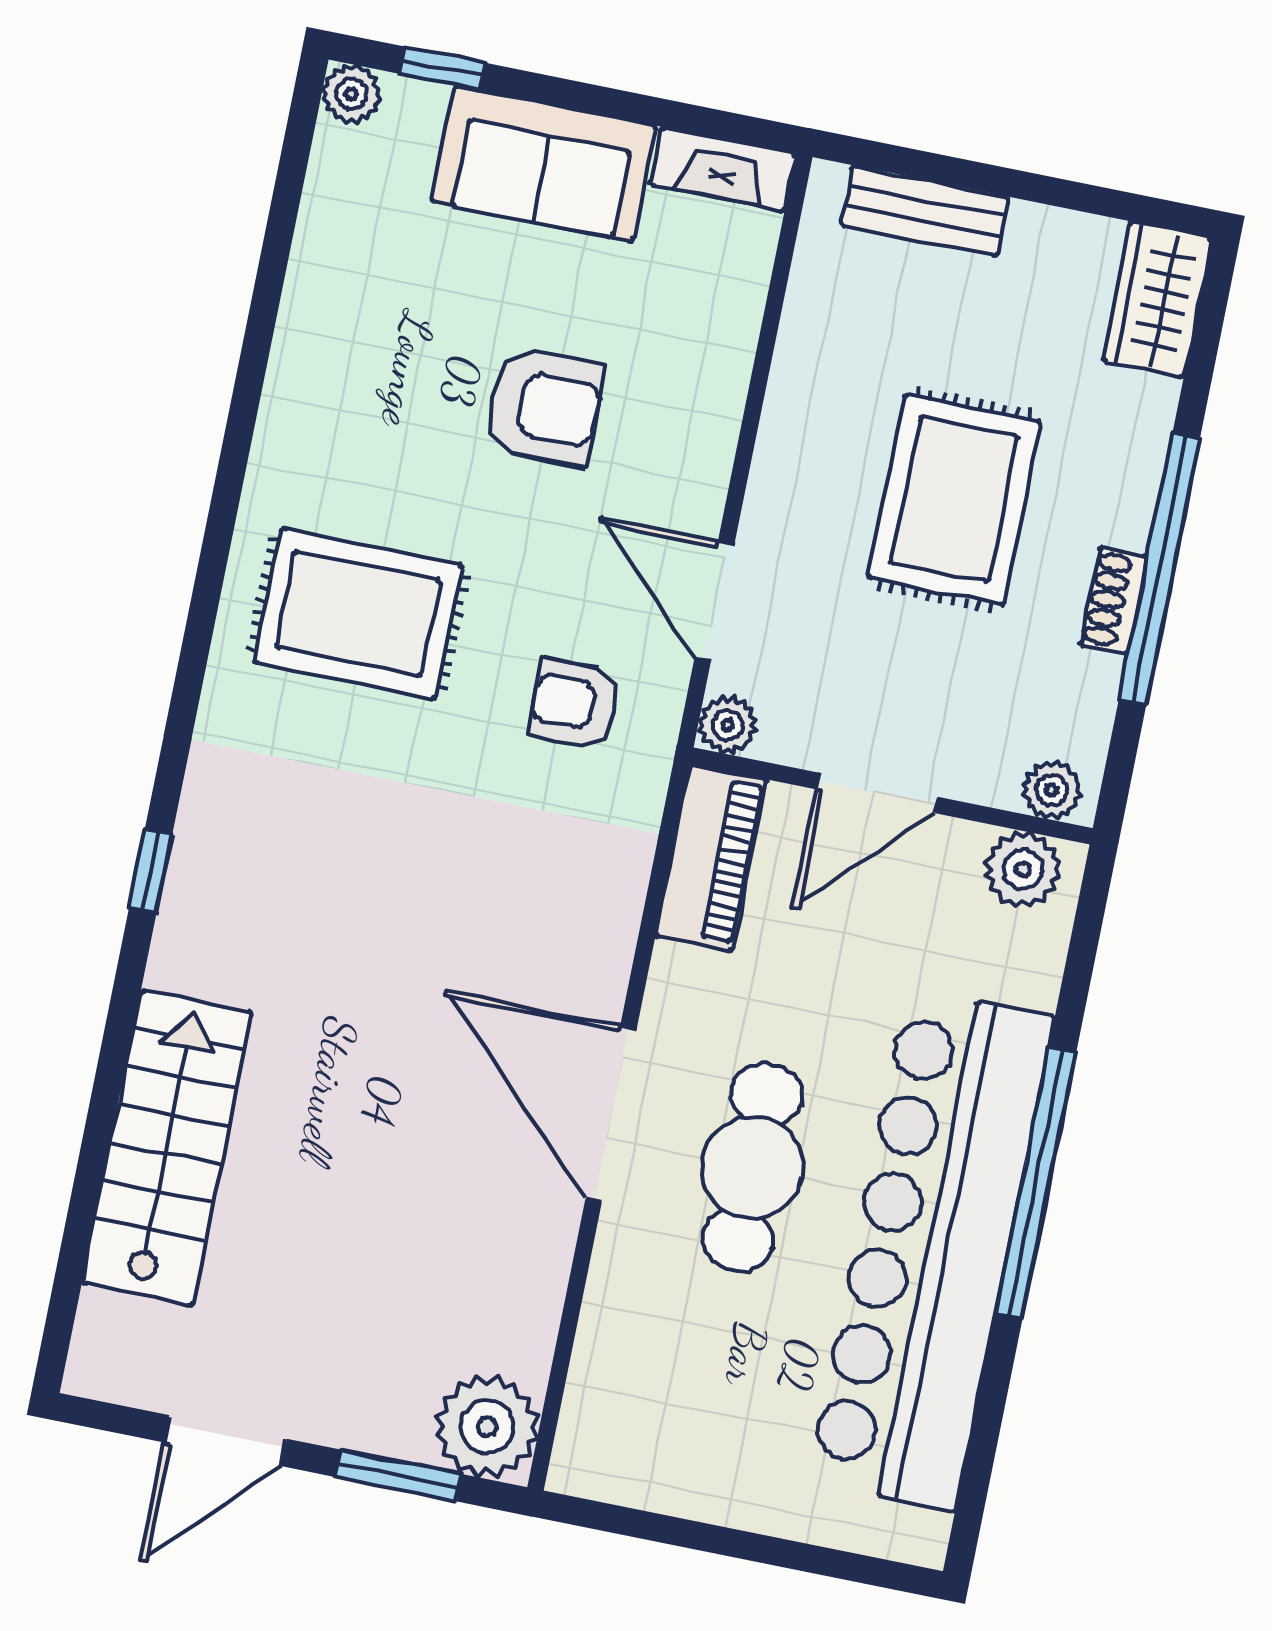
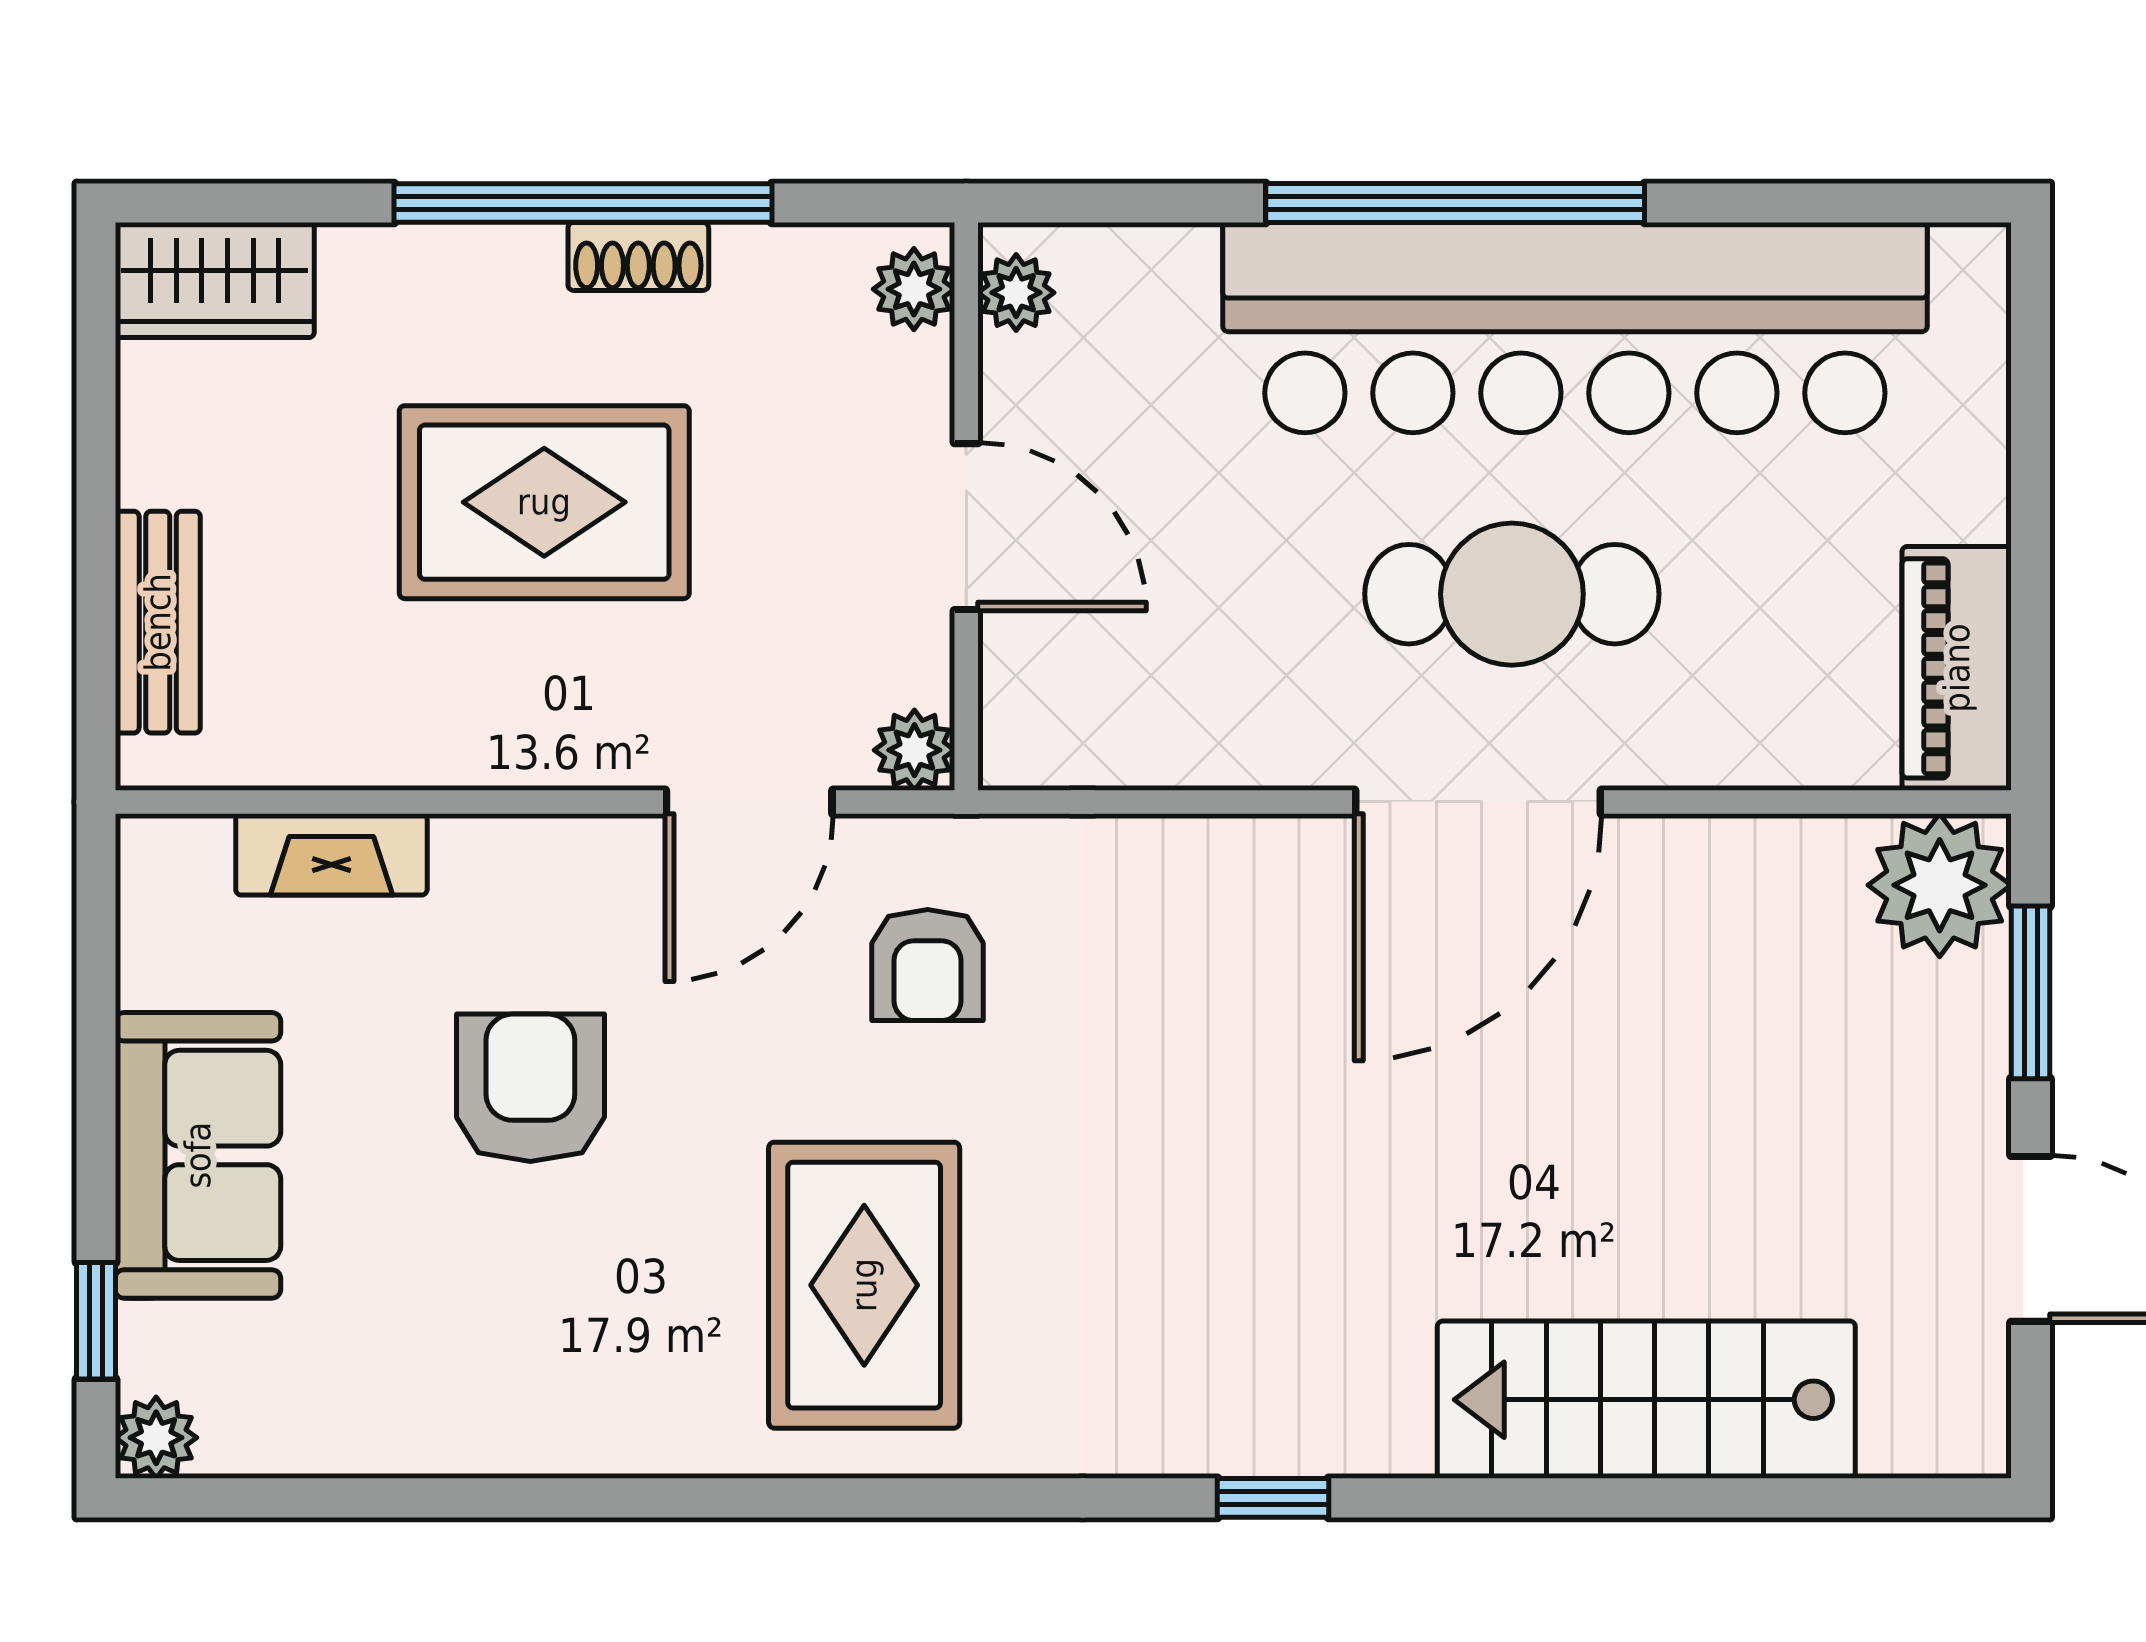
fireplace: (723, 169) -> (331, 854), moved, turned 90
piano: (711, 857) -> (1957, 668), moved, turned -90
plant: (1023, 869) -> (1016, 293), width x0.73, depth x0.73

